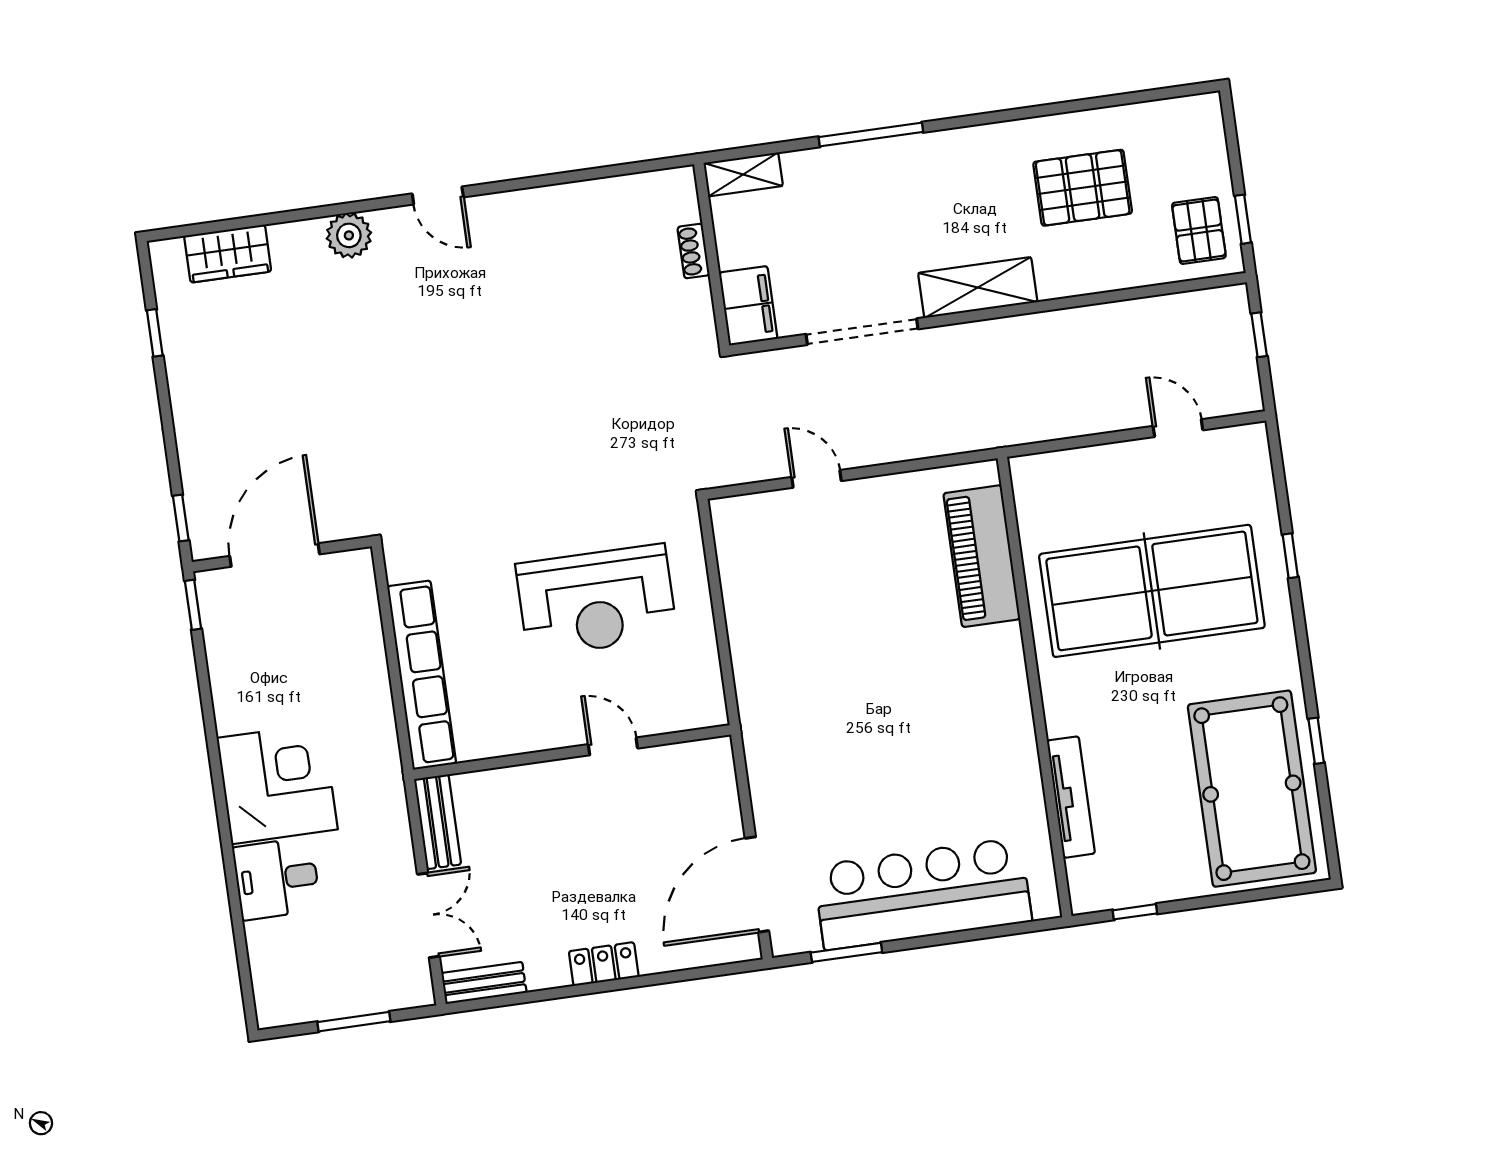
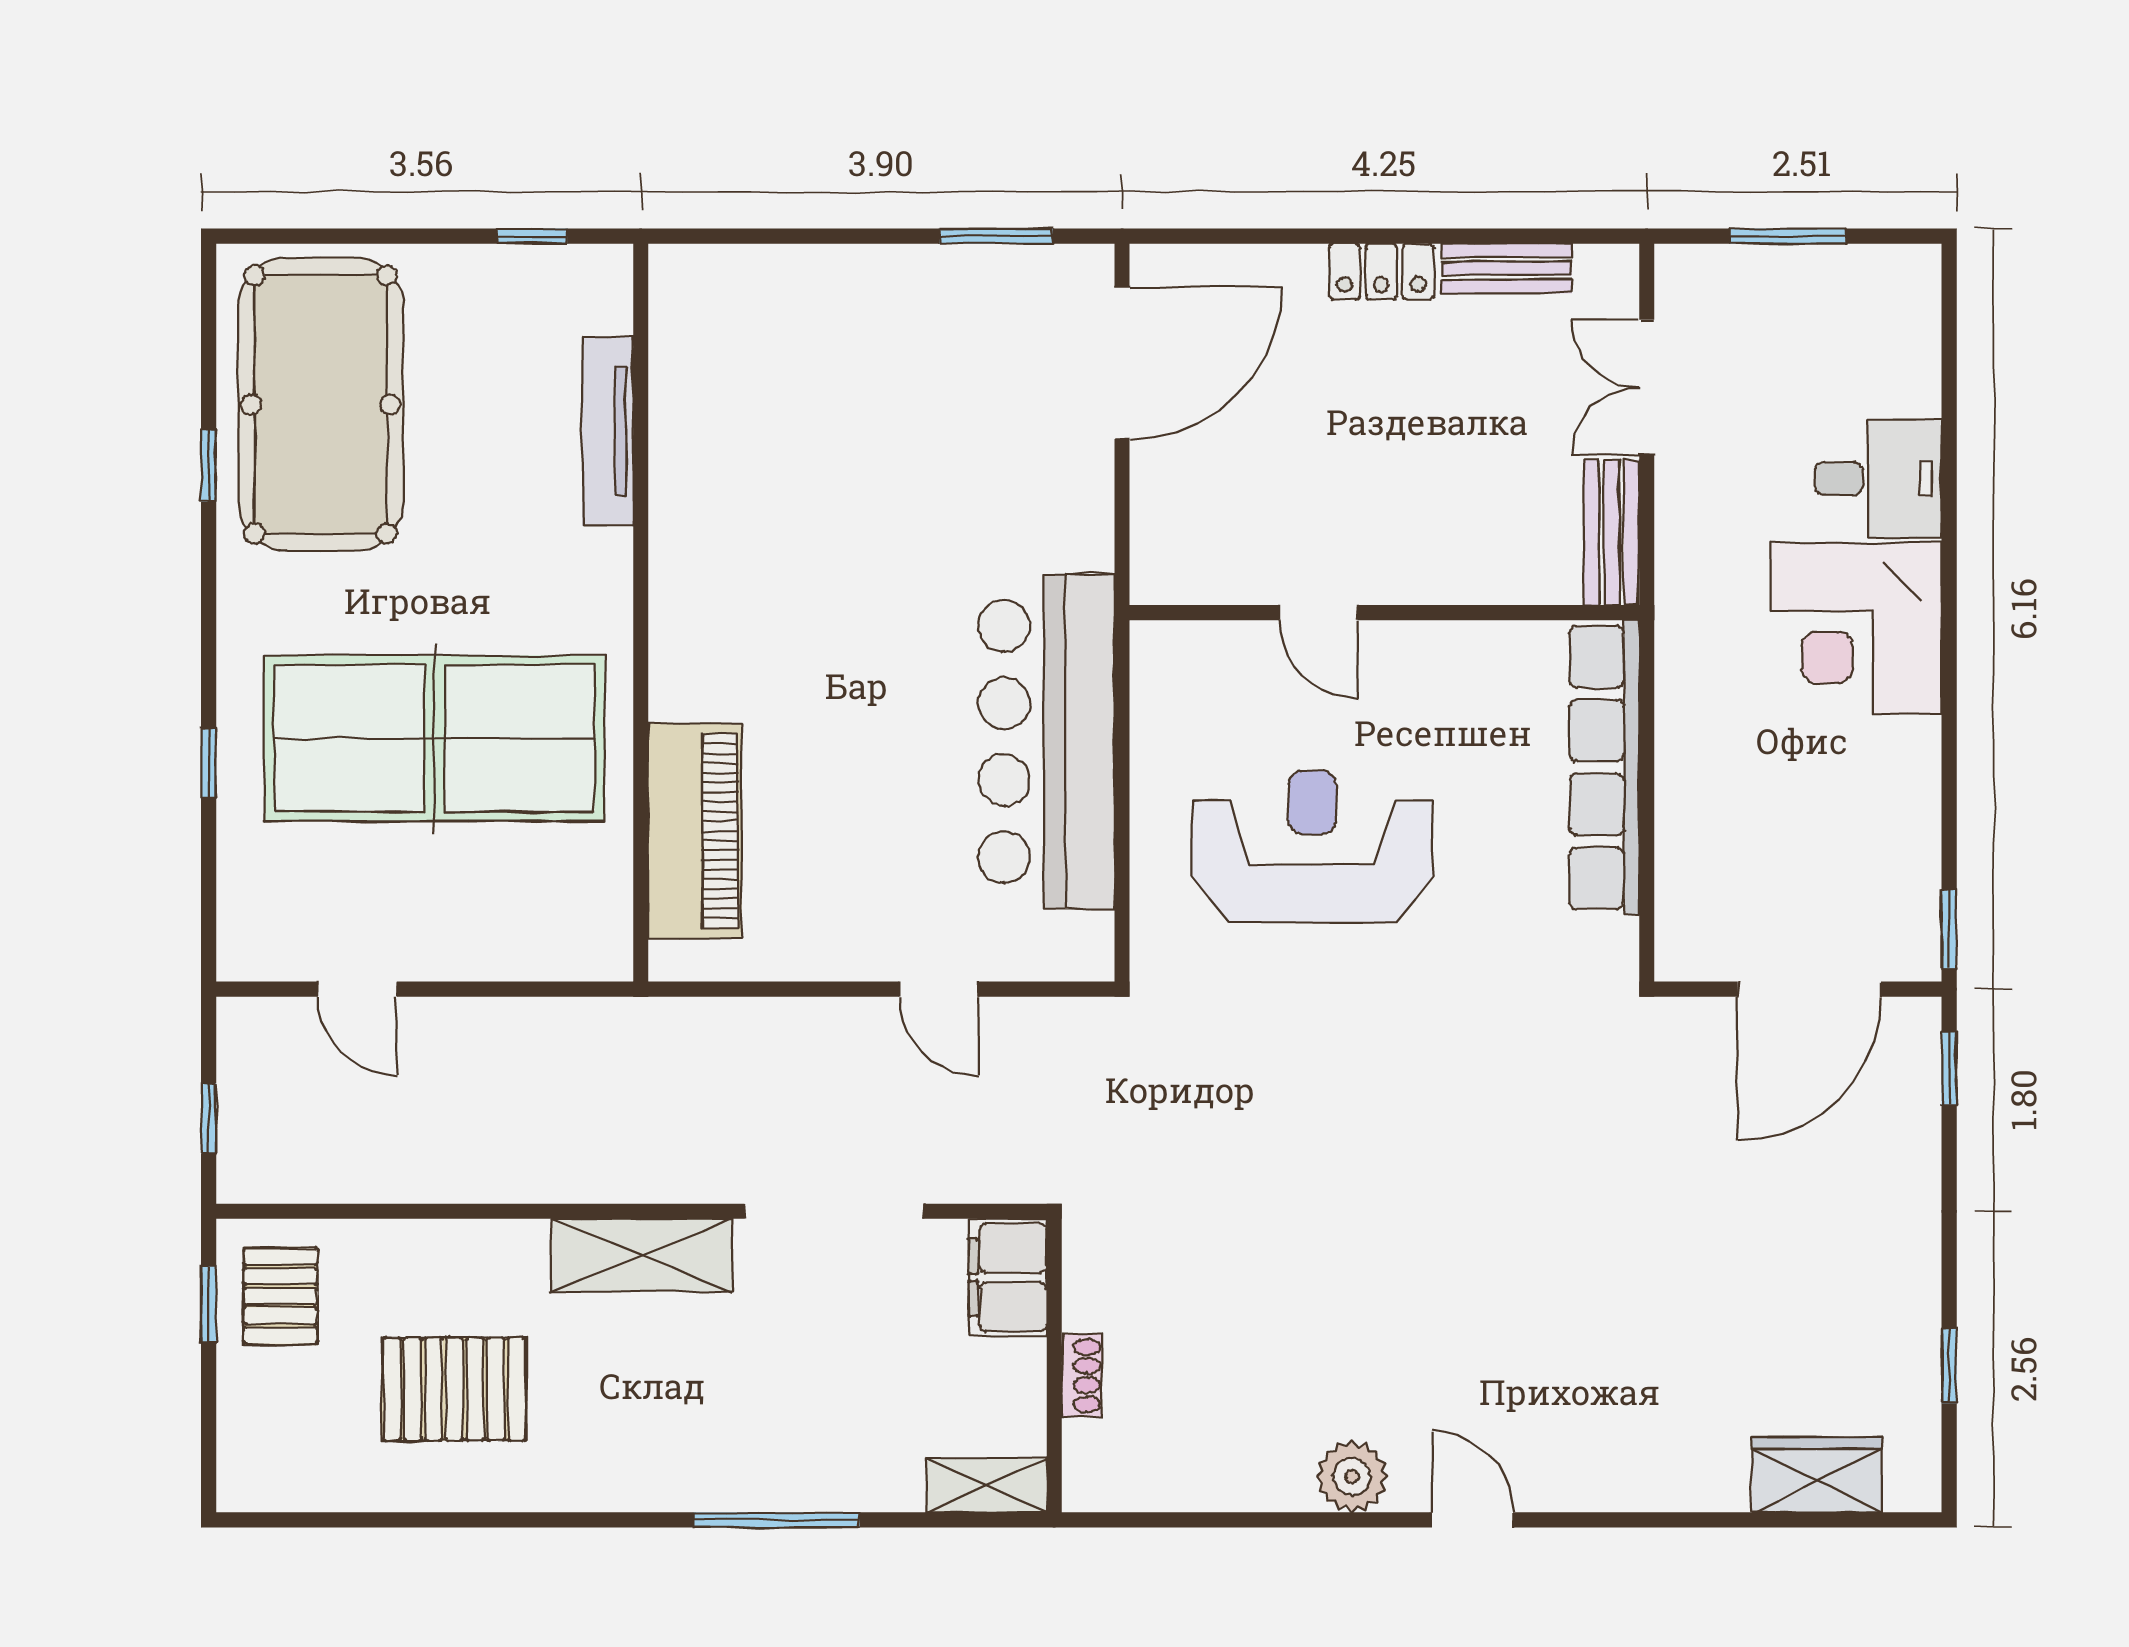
plant: (349, 235) -> (1352, 1477), moved
bar counter: (923, 894) -> (1047, 742), moved, turned 90
bench: (484, 983) -> (1507, 268), moved

